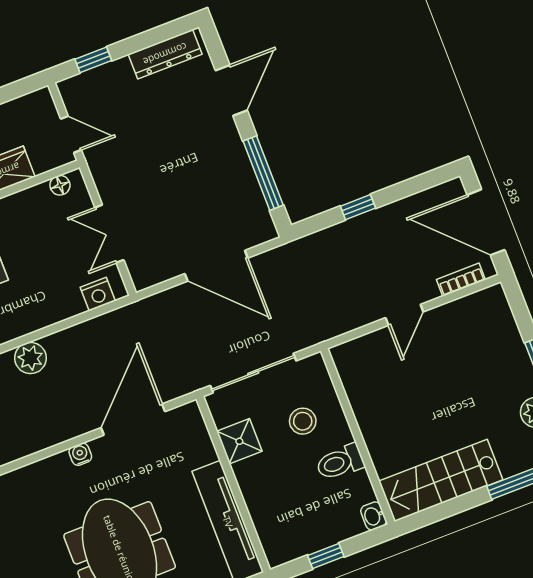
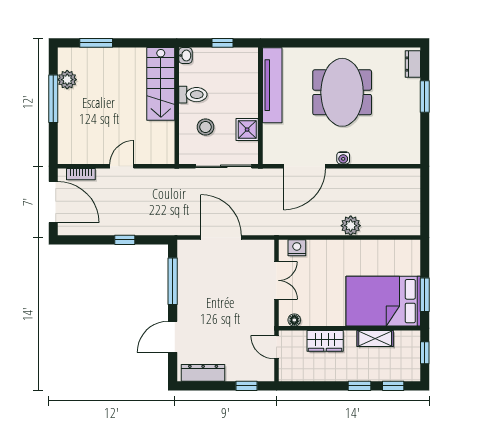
stairs: (441, 480) -> (161, 84), moved, turned 90

